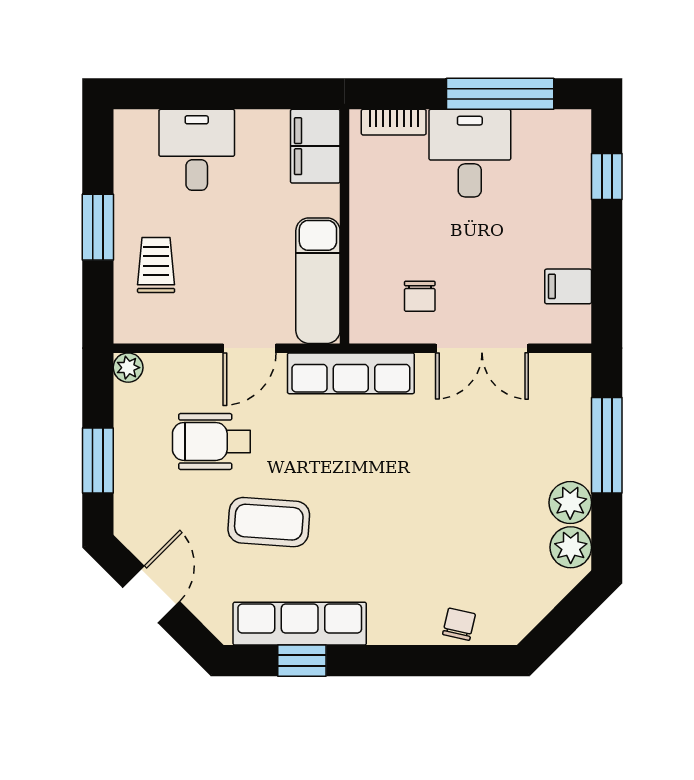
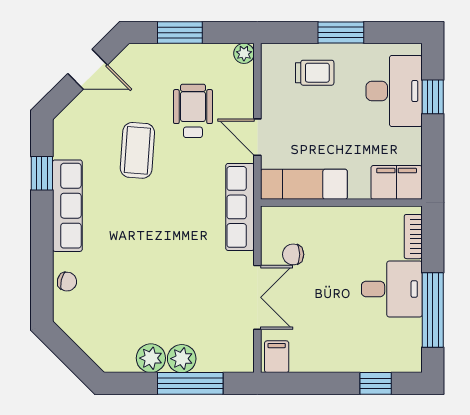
window: (191, 94) -> (433, 97), added
desk: (197, 150) -> (394, 91), width x1.37
filing cabinet: (568, 286) -> (277, 357), moved
double door: (482, 348) -> (257, 297), swing flipped
plant: (571, 547) -> (182, 359), moved
row of seats: (300, 624) -> (67, 206), moved

